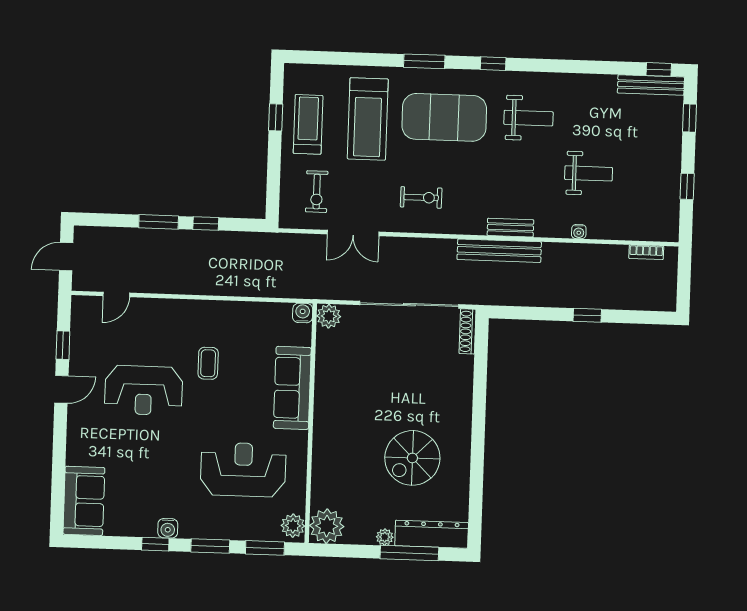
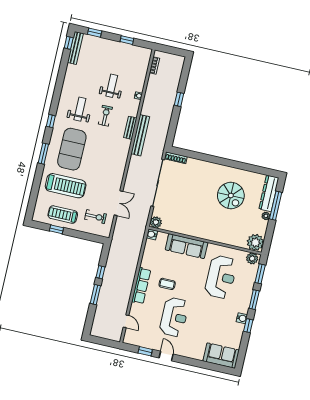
exercise bike: (421, 197) -> (105, 116), moved
door: (66, 257) -> (103, 342), removed
row of seats: (194, 311) -> (141, 286), added
reception desk: (243, 470) -> (221, 277), turned 180

